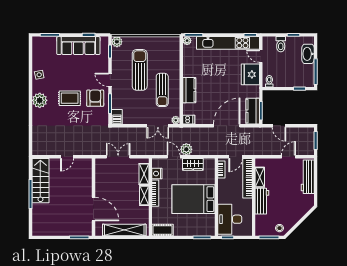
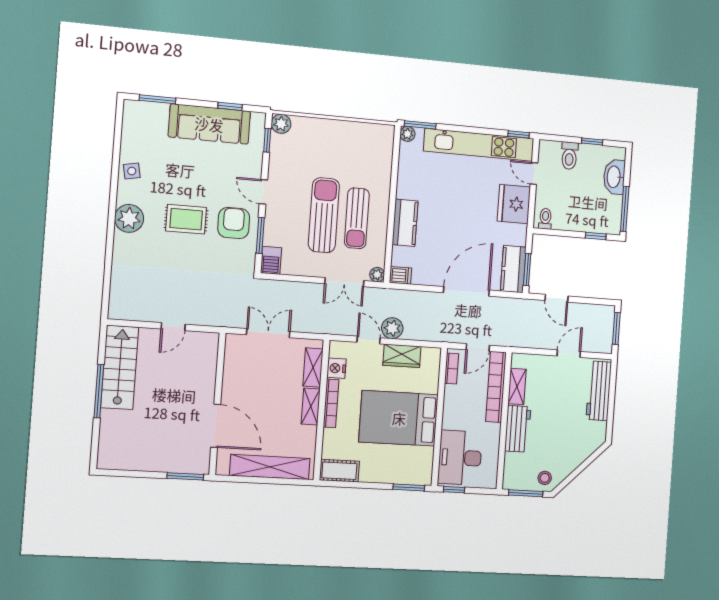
sun lounger: (140, 70) -> (324, 215), moved

